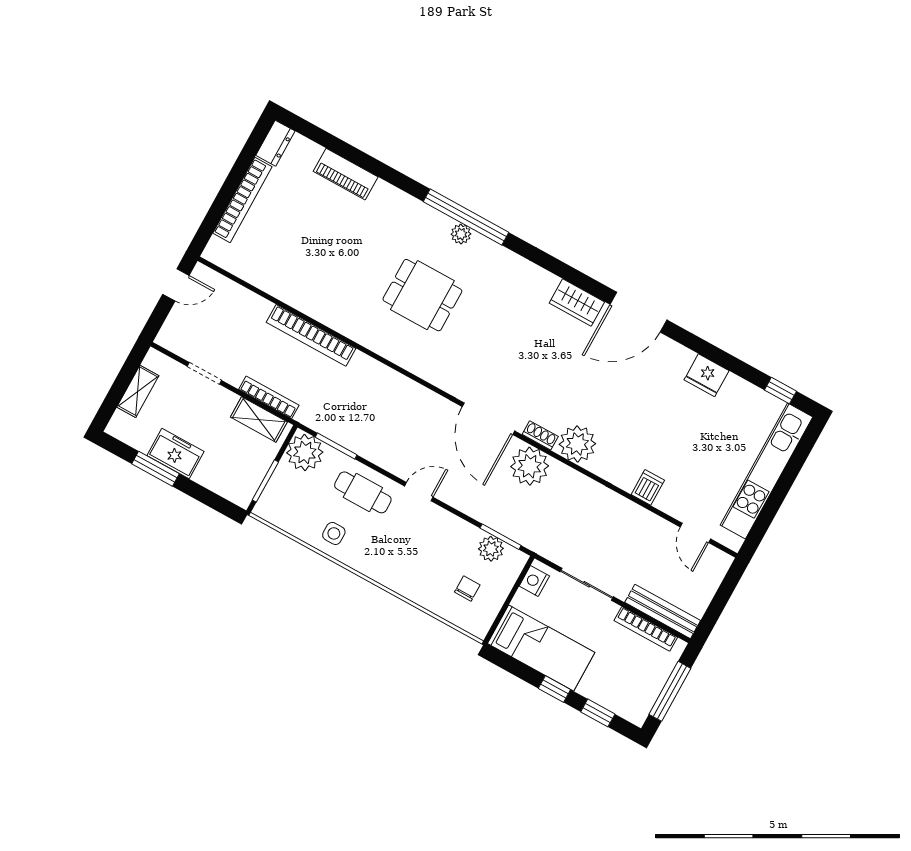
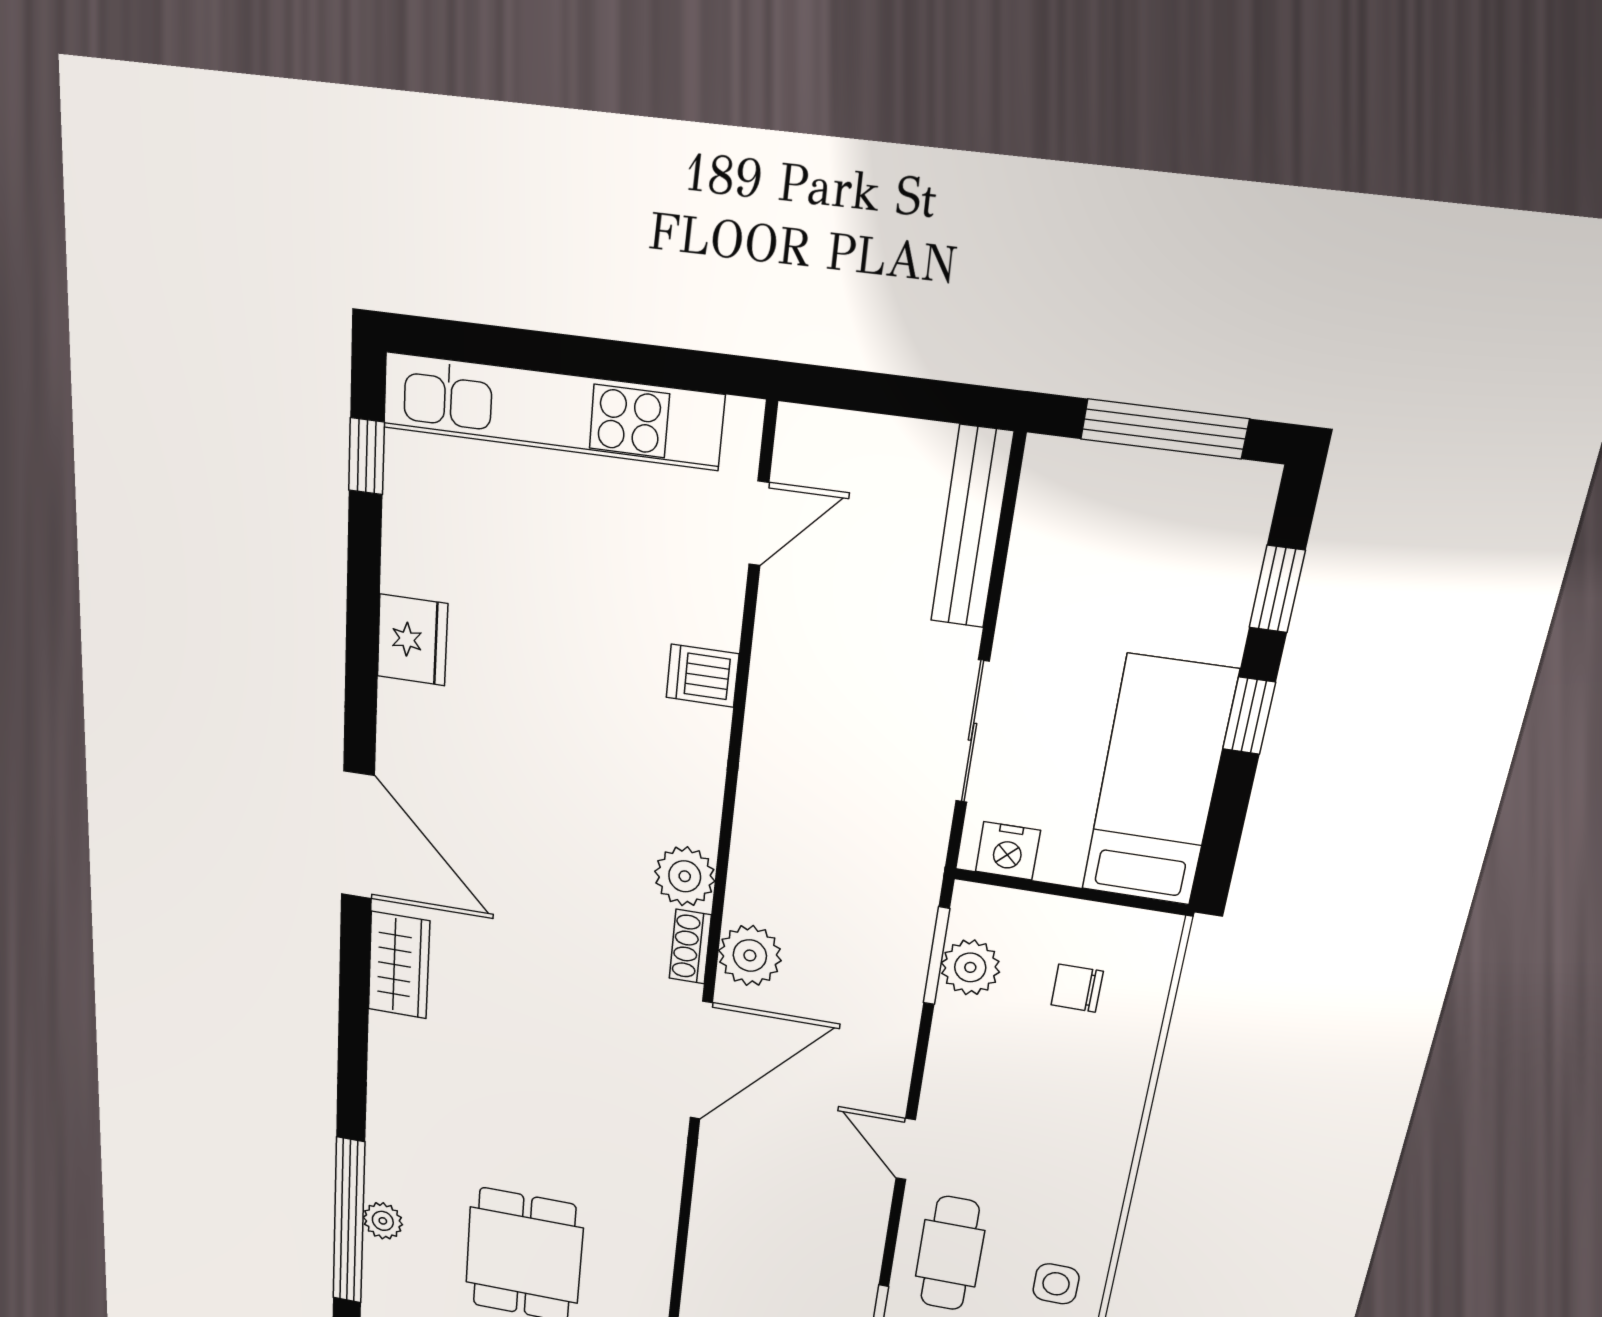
plant: (577, 444) -> (685, 876), width x0.73, depth x0.73
plant: (530, 466) -> (750, 955), width x0.73, depth x0.73
bookcase: (646, 629) -> (1029, 552), removed

